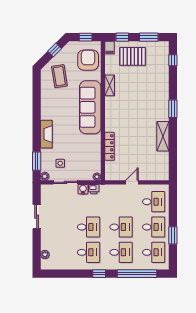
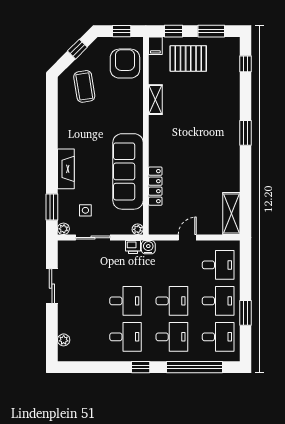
sofa: (90, 107) -> (128, 171), moved
shelving: (163, 136) -> (231, 214), moved
water cooler: (83, 189) -> (148, 247), moved

